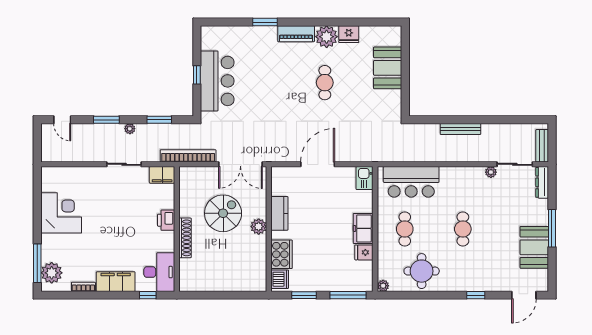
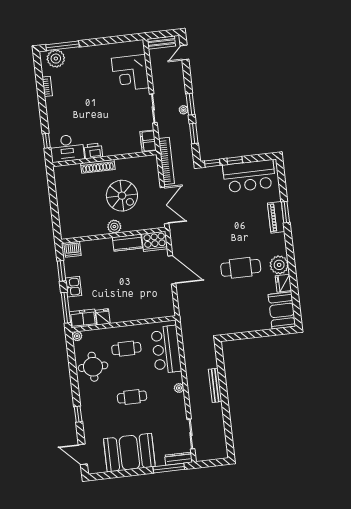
piano: (296, 34) -> (276, 217), moved
booth: (388, 68) -> (282, 310), moved, turned 90
bar counter: (217, 81) -> (249, 176), moved
cafe table: (325, 83) -> (241, 268), width x1.37, depth x1.35
window: (197, 102) -> (212, 163), added
window: (106, 120) -> (190, 104), moved
bench: (542, 146) -> (161, 43), moved
double door: (240, 164) -> (164, 205), swing flipped
plant: (491, 172) -> (179, 388), moved
kitchen sink: (365, 178) -> (74, 287), moved, turned 90
corner desk: (61, 213) -> (130, 73), moved, turned 90
printer: (166, 220) -> (93, 151), moved
freezer: (363, 228) -> (83, 318), moved
window: (552, 228) -> (169, 468), moved
booth: (534, 247) -> (129, 453), width x1.36, depth x1.42
cooker: (282, 254) -> (155, 241), moved
filing cabinet: (116, 282) -> (55, 113), removed

